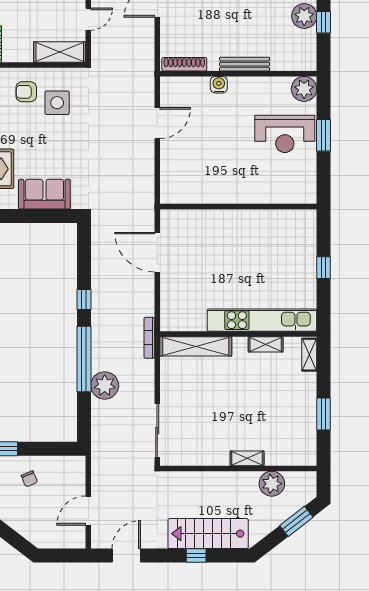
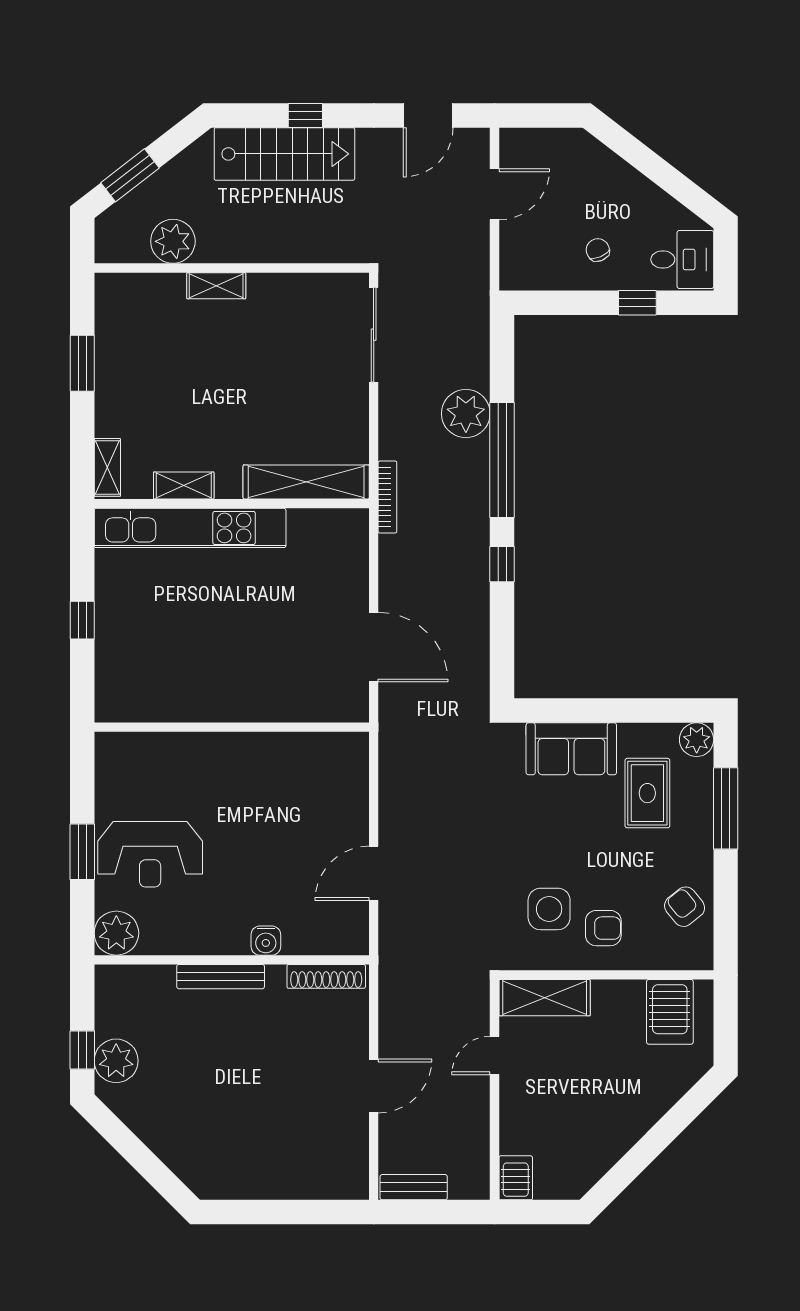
reception desk: (285, 134) -> (150, 854), turned 180

